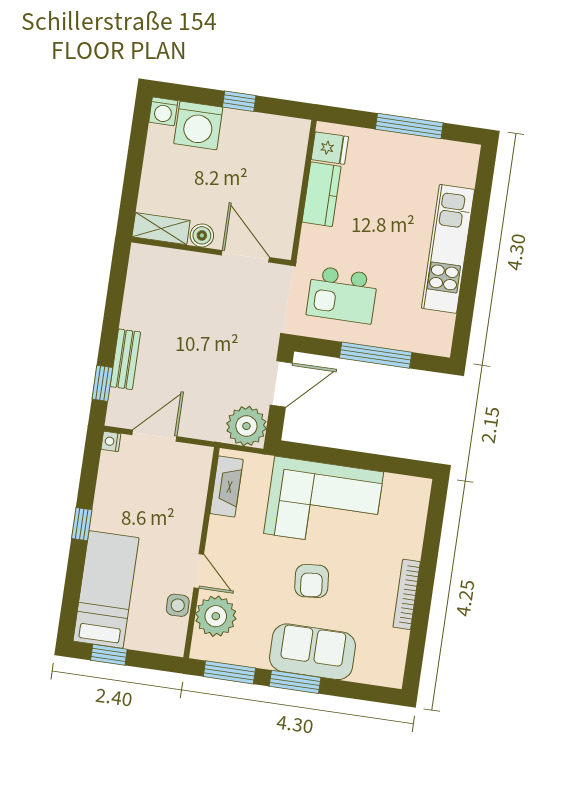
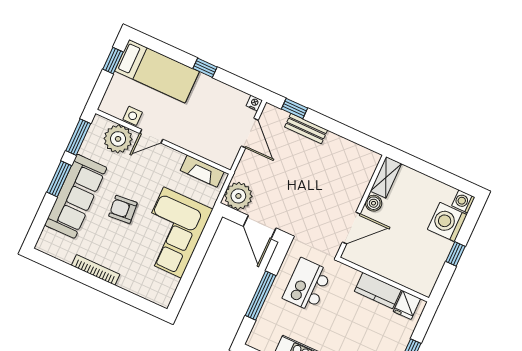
sofa: (313, 652) -> (76, 196), width x1.36

